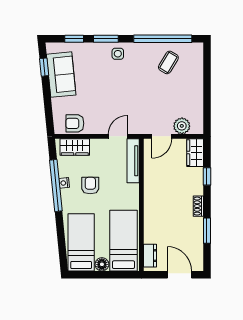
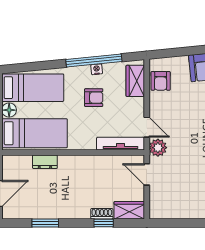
armchair: (75, 123) -> (161, 81), turned 180
plant: (182, 126) -> (158, 148), moved
shoe rack: (198, 206) -> (102, 214), moved
dresser: (150, 256) -> (45, 162), moved

